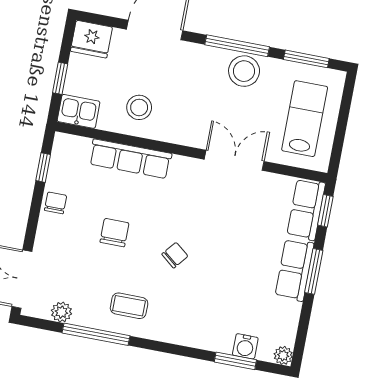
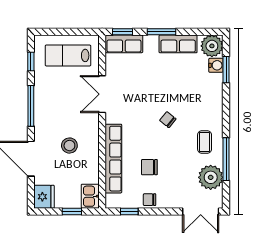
window: (306, 59) -> (31, 61), width x0.67
stool: (244, 71) -> (46, 99), removed
stool: (139, 107) -> (69, 146), moved
row of seats: (130, 159) -> (113, 159), width x1.36
chair: (114, 233) -> (149, 167), moved
row of seats: (294, 270) -> (178, 44), moved
plant: (61, 312) -> (211, 177), width x1.87, depth x1.87
plant: (283, 355) -> (212, 46), width x1.87, depth x1.87

